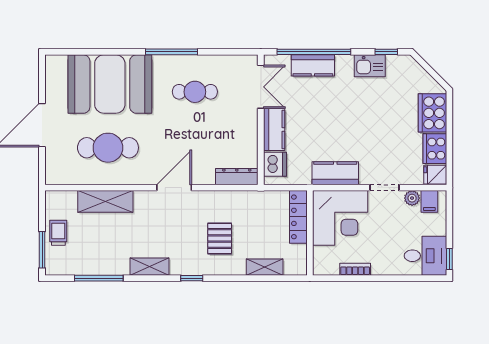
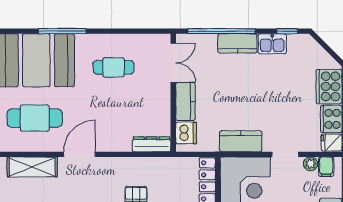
window: (172, 52) -> (62, 31), moved
kitchen counter: (313, 65) -> (237, 43), moved
door: (174, 188) -> (80, 154), moved

